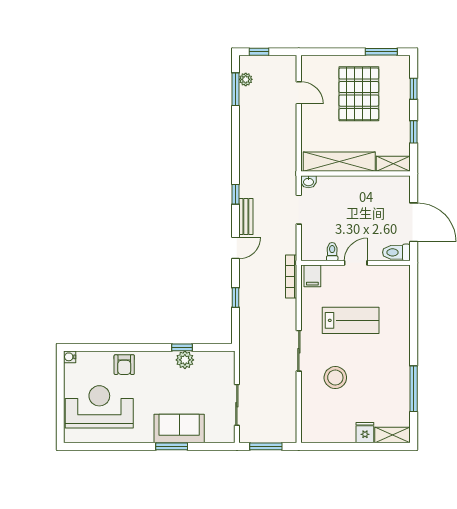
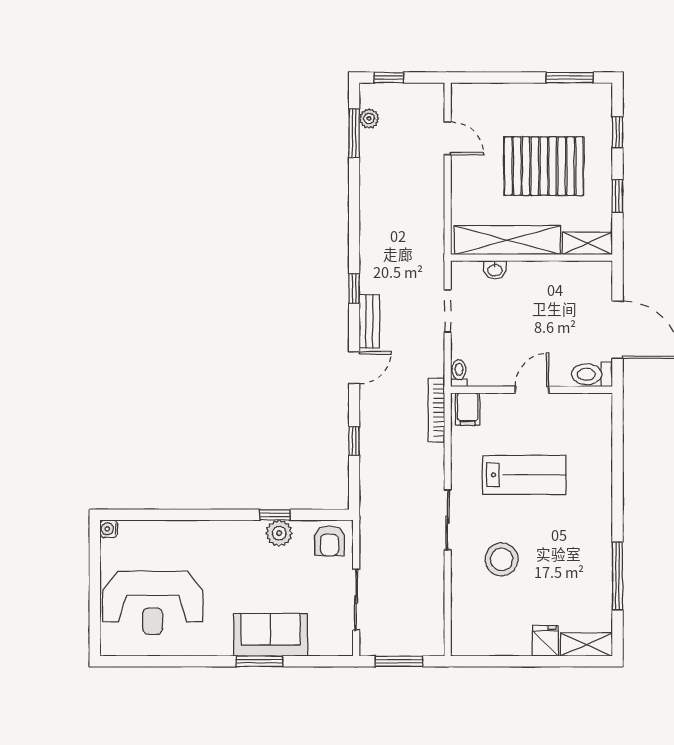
pallet: (359, 94) -> (544, 166), moved, turned 90
washbasin: (308, 182) -> (495, 270), moved
toilet: (332, 252) -> (459, 373), moved
armchair: (124, 365) -> (329, 541), moved
reception desk: (99, 407) -> (153, 603), turned 180

